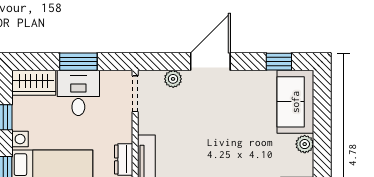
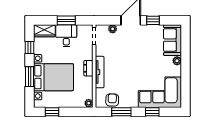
window: (279, 62) -> (153, 20), moved

